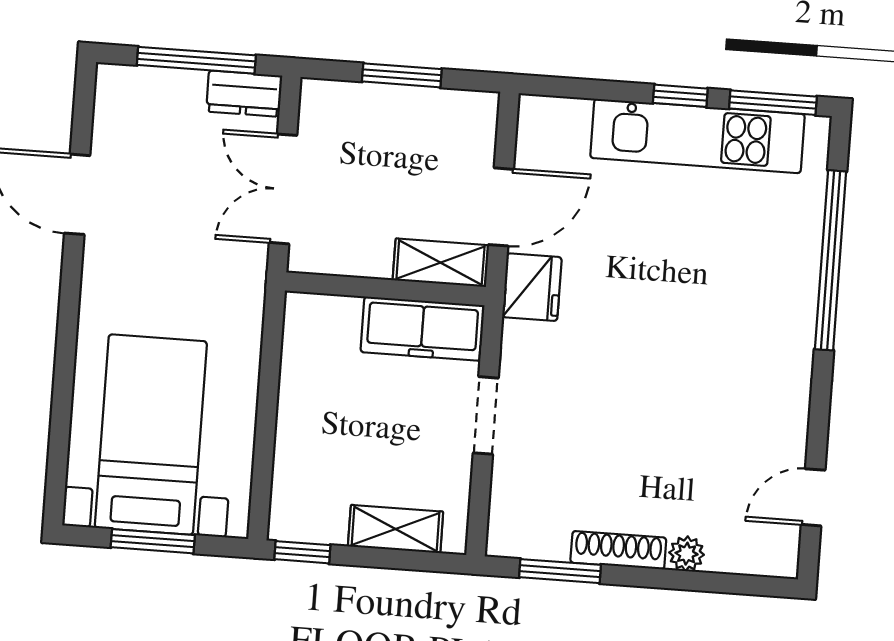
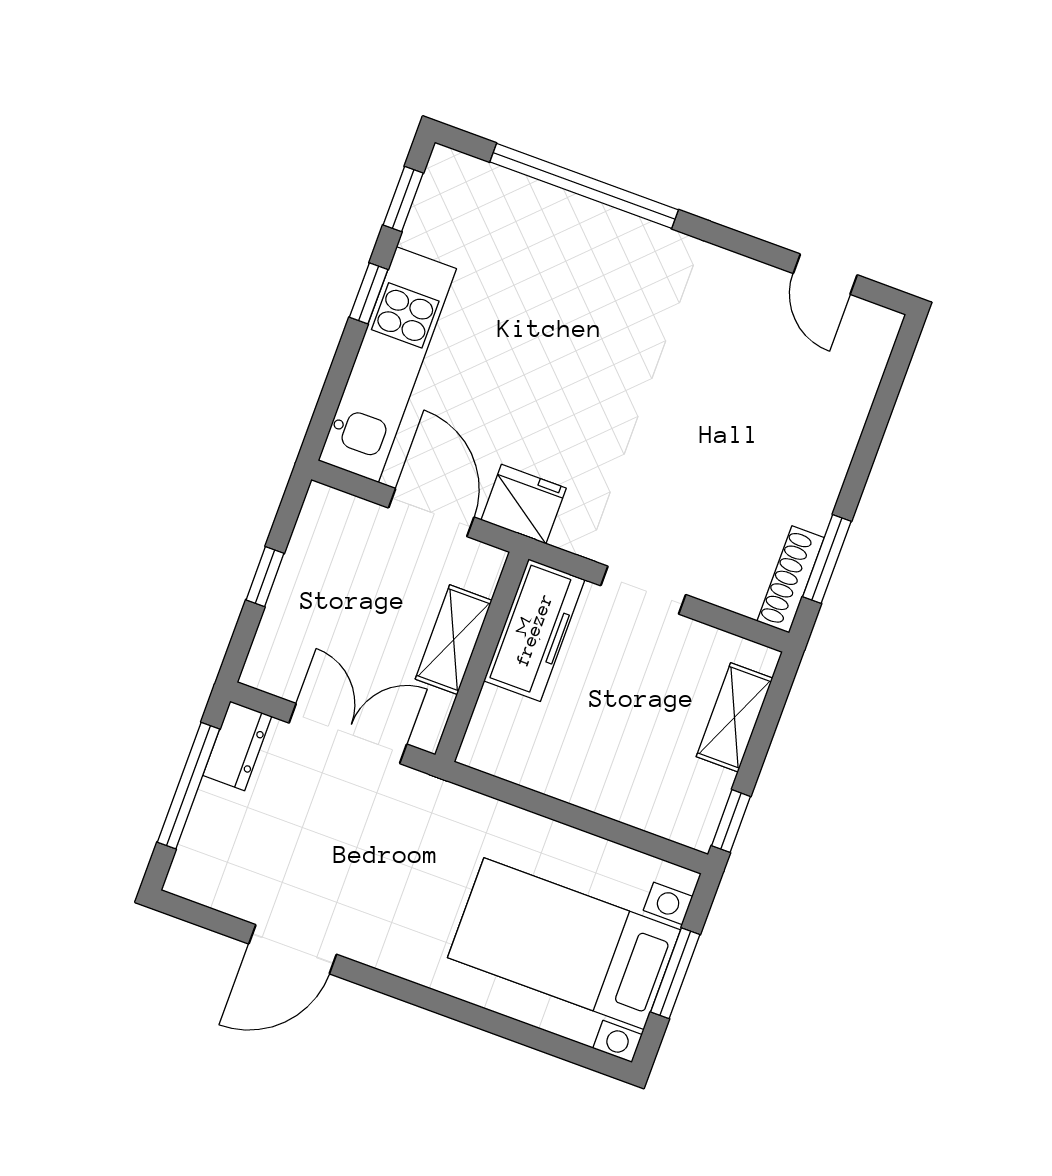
window: (402, 75) -> (265, 577), width x0.67
window: (773, 103) -> (403, 199), width x0.67
kitchen unit: (697, 136) -> (387, 365), moved
double door: (283, 189) -> (348, 734), swing flipped
shelving: (440, 263) -> (454, 640), moved
shoe rack: (618, 550) -> (791, 579), moved
plant: (687, 554) -> (846, 422), removed

